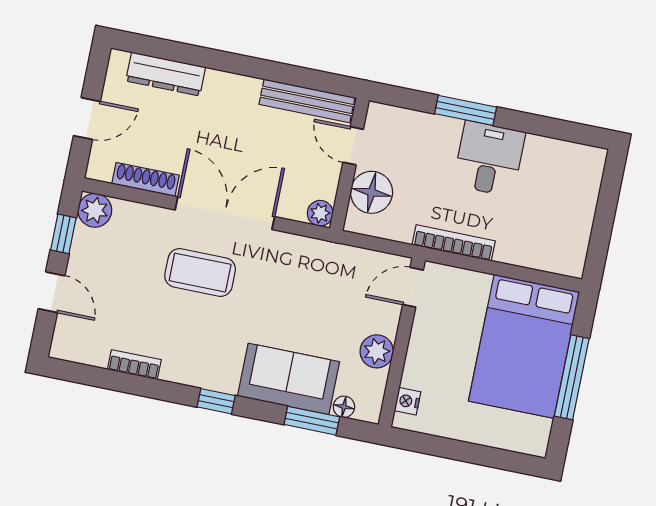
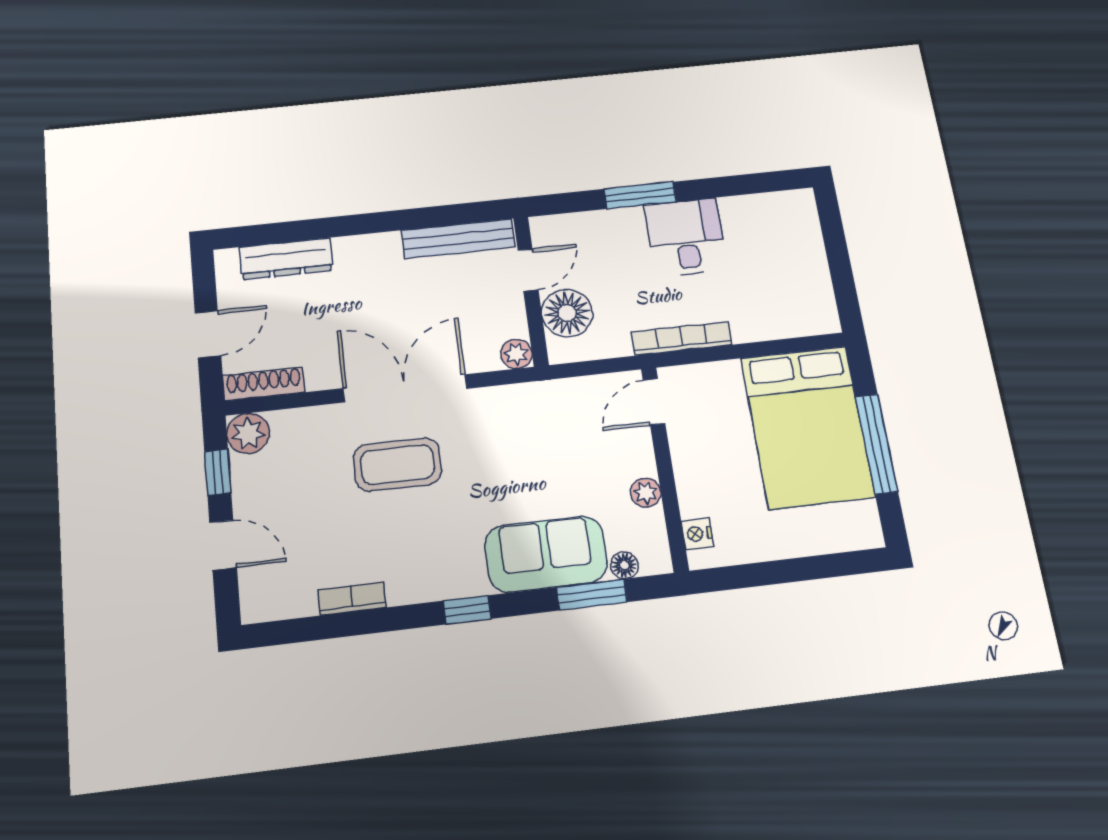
door: (353, 146) -> (528, 270), swing flipped
shoe rack: (145, 180) -> (264, 384), moved
plant: (377, 351) -> (646, 493), width x0.73, depth x0.73

